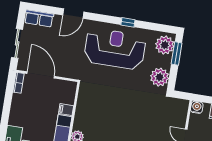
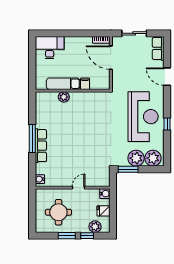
window: (177, 53) -> (128, 169), moved
door: (41, 75) -> (111, 58), swing flipped
plant: (160, 77) -> (136, 158), moved

